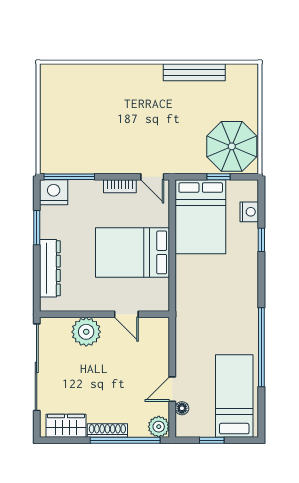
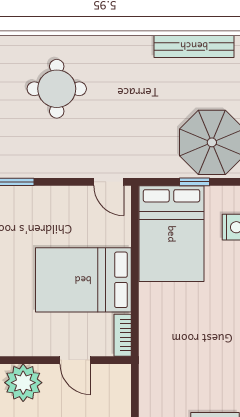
bench: (194, 72) -> (194, 46), moved
round table: (112, 105) -> (57, 89), added
bookcase: (120, 186) -> (123, 335), moved, turned 90

